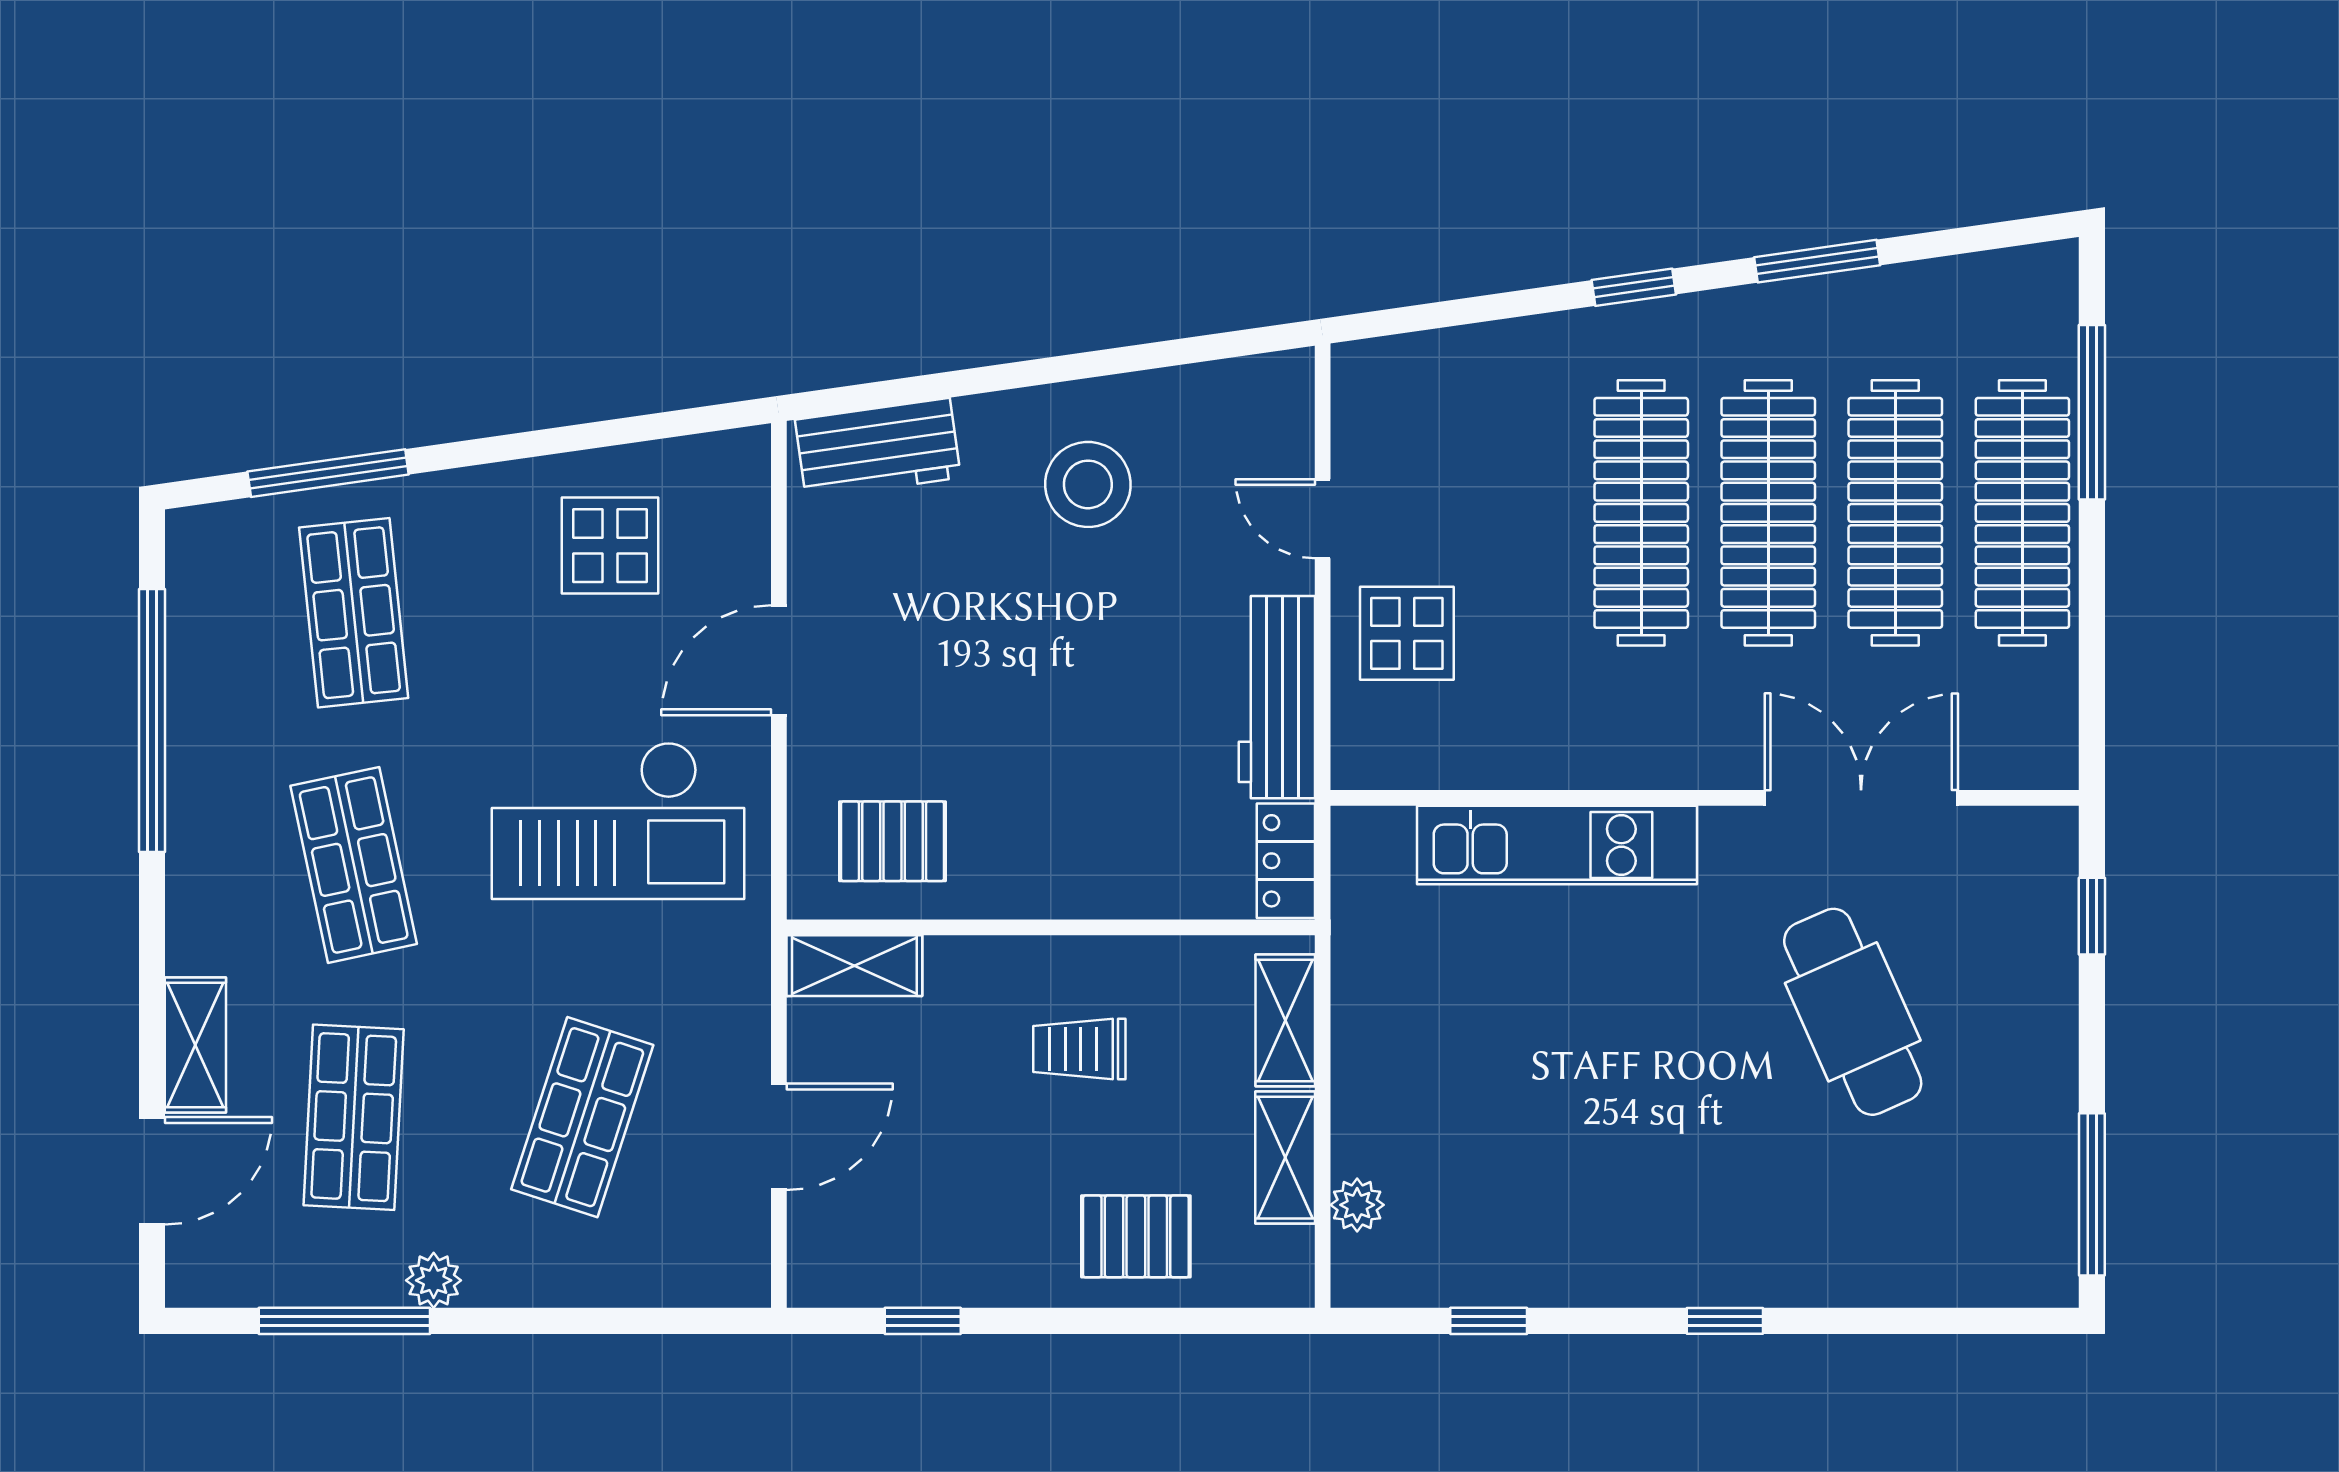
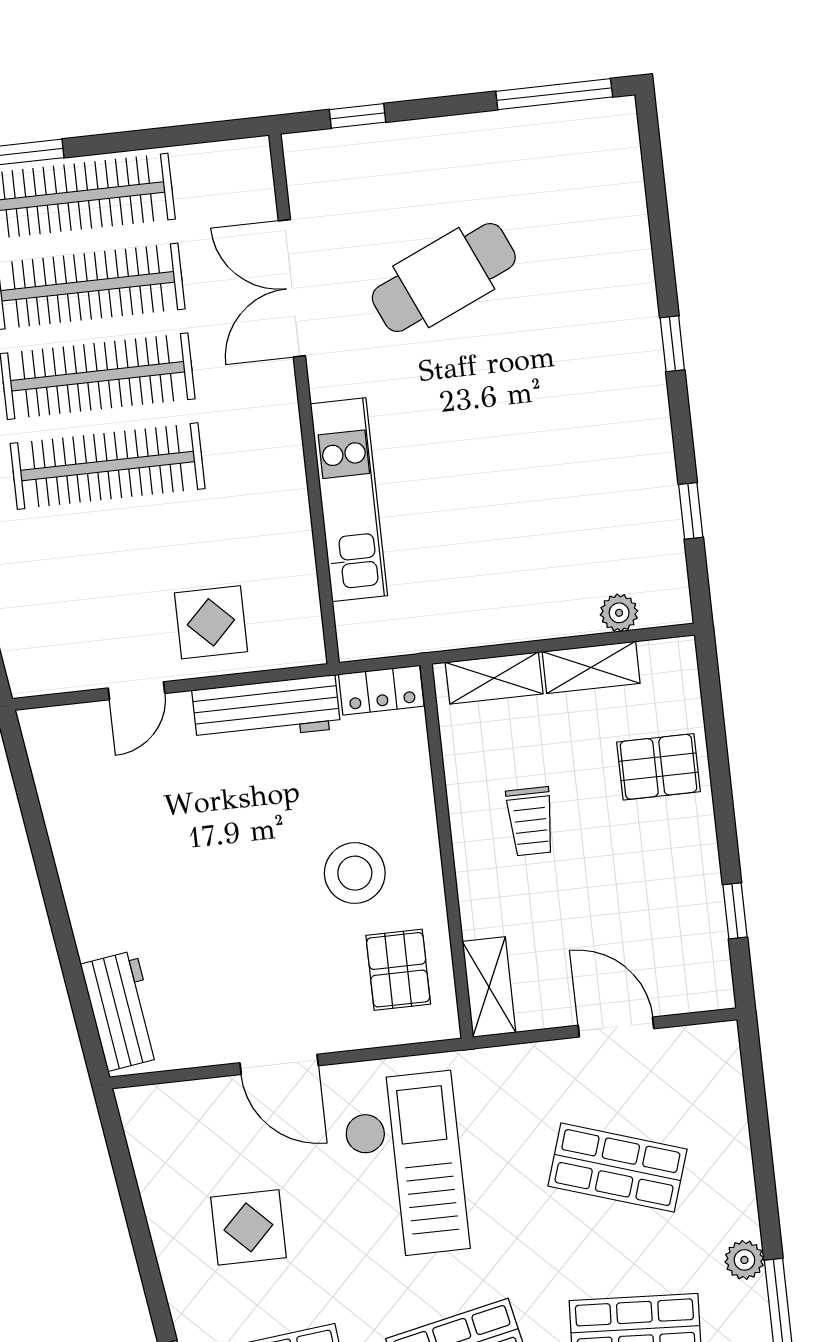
stool: (1088, 484) -> (355, 873), moved
display table: (610, 546) -> (248, 1227), moved
pallet: (1136, 1236) -> (659, 767), turned 90

